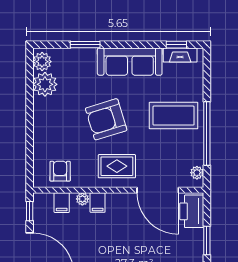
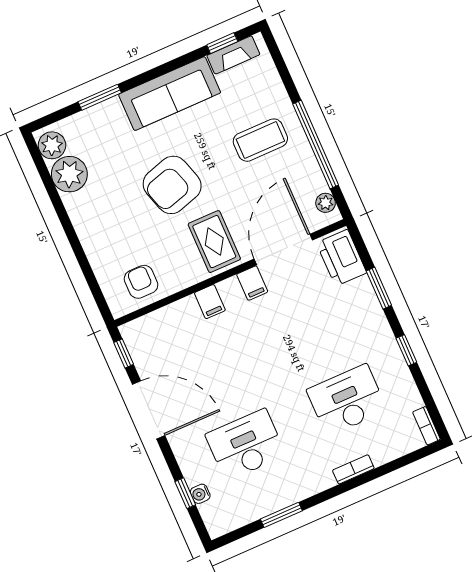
coffee table: (174, 116) -> (260, 140), width x0.73, depth x0.76
rug: (117, 166) -> (214, 242), turned 90
door: (158, 190) -> (283, 249), swing flipped
plant: (82, 199) -> (188, 306), removed
filing cabinet: (62, 203) -> (252, 283), moved

